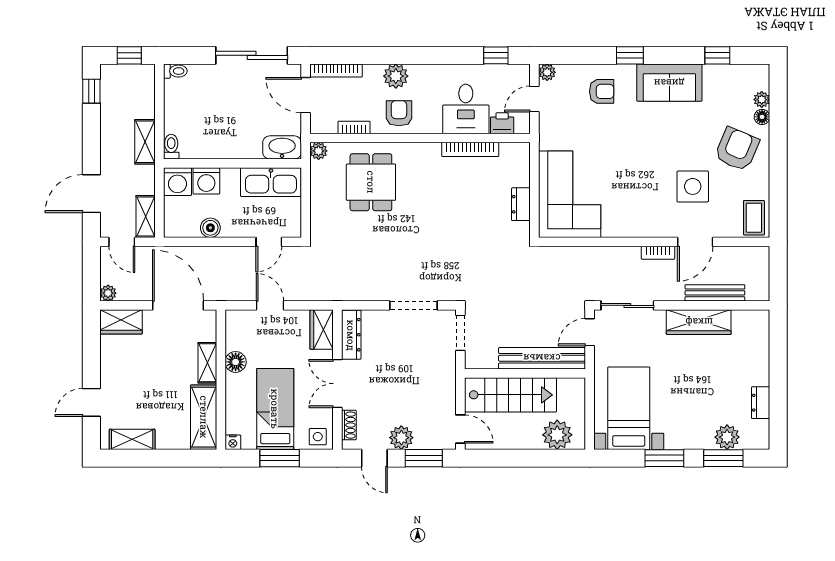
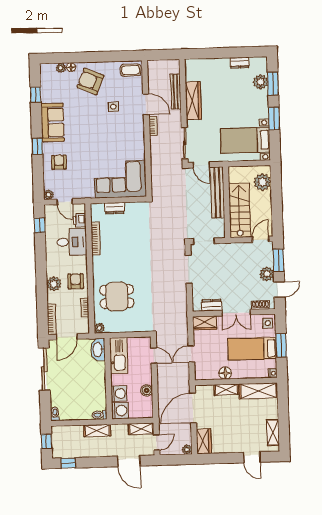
armchair: (399, 113) -> (76, 281), turned 90
side table: (693, 186) -> (113, 107), width x0.54, depth x0.54
dresser: (521, 204) -> (115, 208), moved
dresser: (351, 335) -> (211, 305), width x0.70

